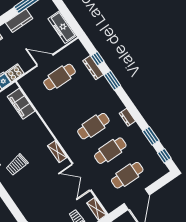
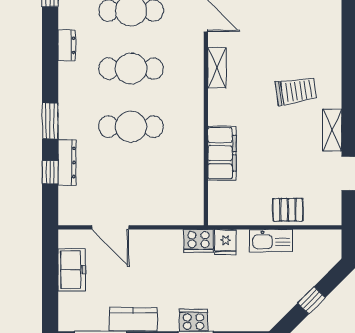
freezer: (62, 27) -> (72, 270), width x0.71
door: (45, 60) -> (110, 227), moved
cafe table: (60, 77) -> (131, 127), moved
filing cabinet: (21, 104) -> (222, 153), moved

